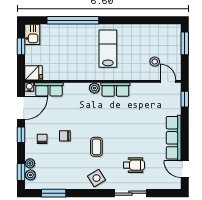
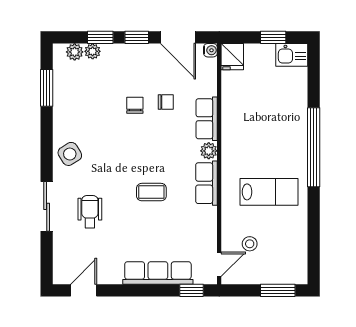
window: (73, 20) -> (314, 147), moved
lab bench: (108, 49) -> (269, 192), moved
row of seats: (49, 89) -> (207, 119), moved
row of seats: (174, 138) -> (158, 273), moved
chair: (42, 139) -> (166, 102), moved
coffee table: (96, 147) -> (151, 192), moved
wheelchair: (134, 165) -> (90, 212), turned 180
window: (21, 172) -> (100, 37), moved

